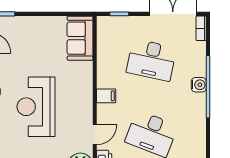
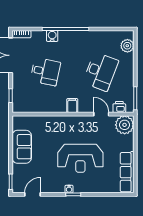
sofa: (80, 38) -> (22, 147), moved, turned -90
desk: (151, 60) -> (45, 72), width x0.73
water cooler: (199, 85) -> (52, 36), moved

